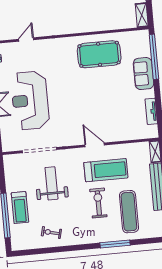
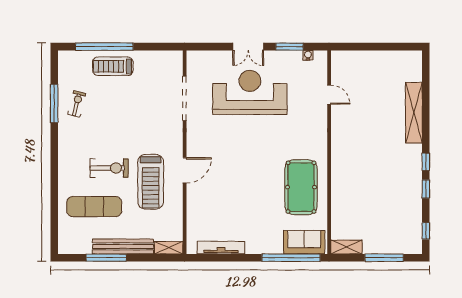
sofa: (143, 74) -> (304, 242), moved
tv unit: (151, 111) -> (221, 248), width x1.41
weight bench: (51, 183) -> (140, 110), removed
window: (115, 244) -> (54, 103), moved

